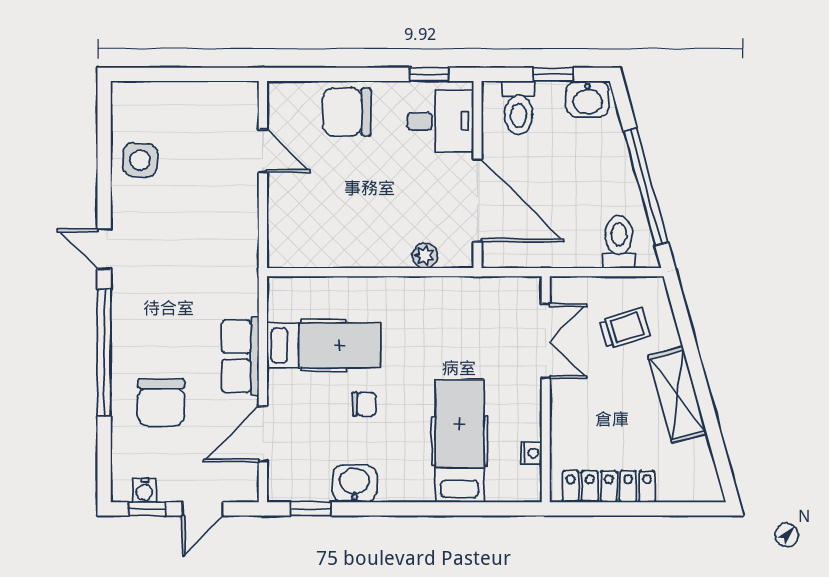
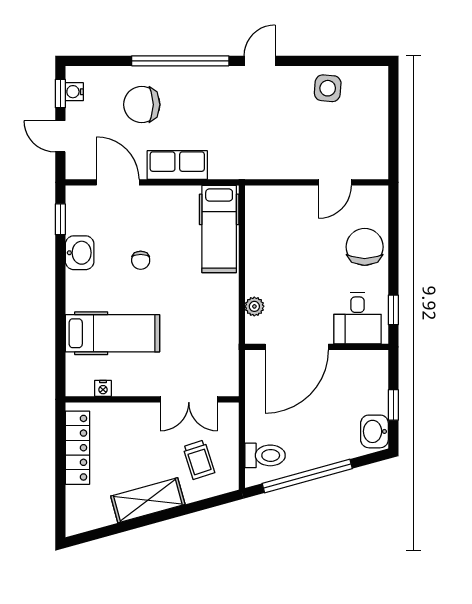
toilet: (519, 108) -> (368, 378), removed
hospital bed: (324, 345) -> (219, 229), moved

